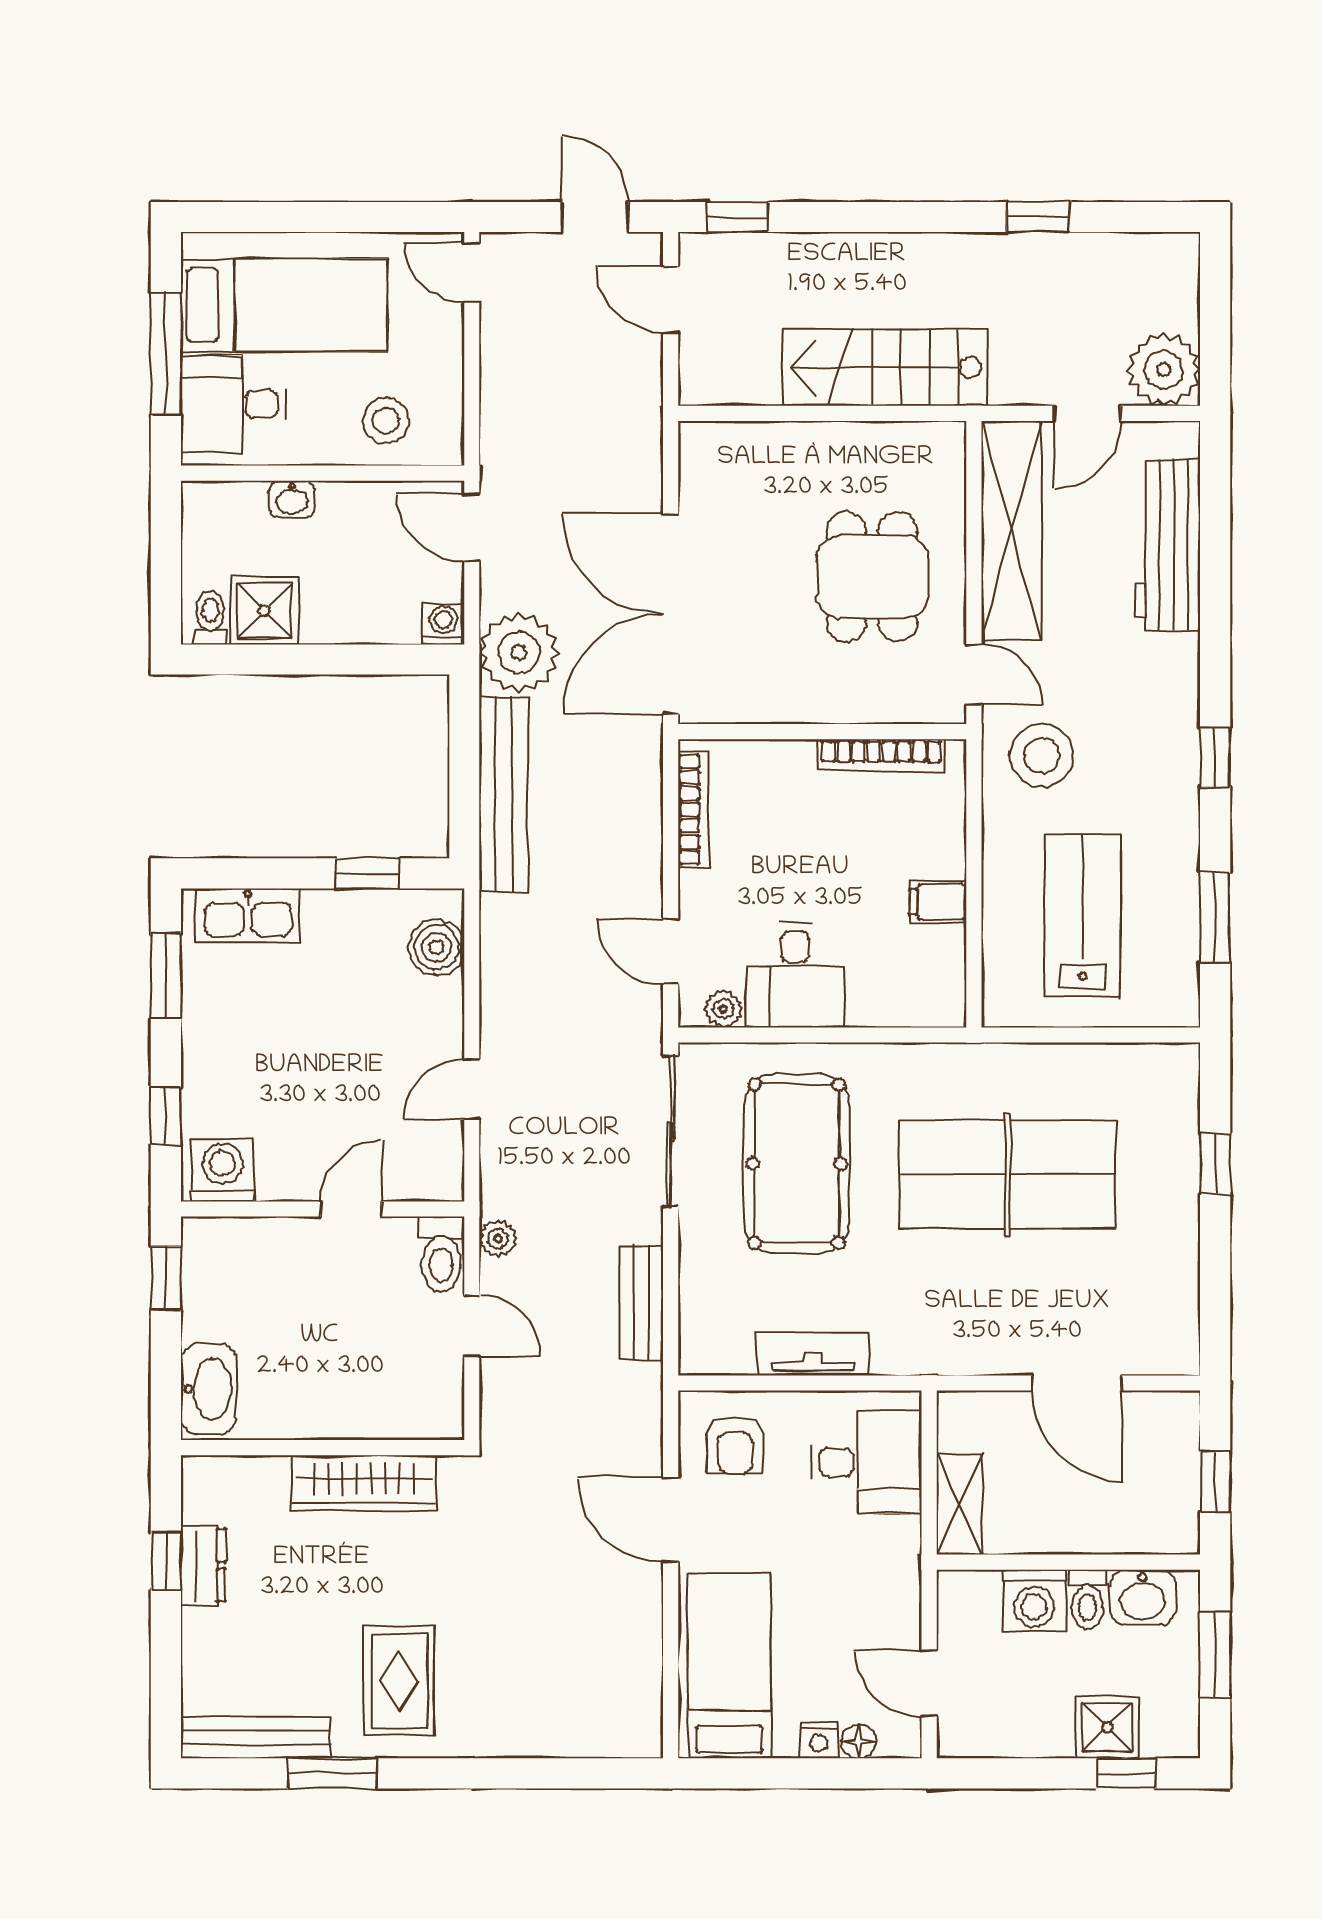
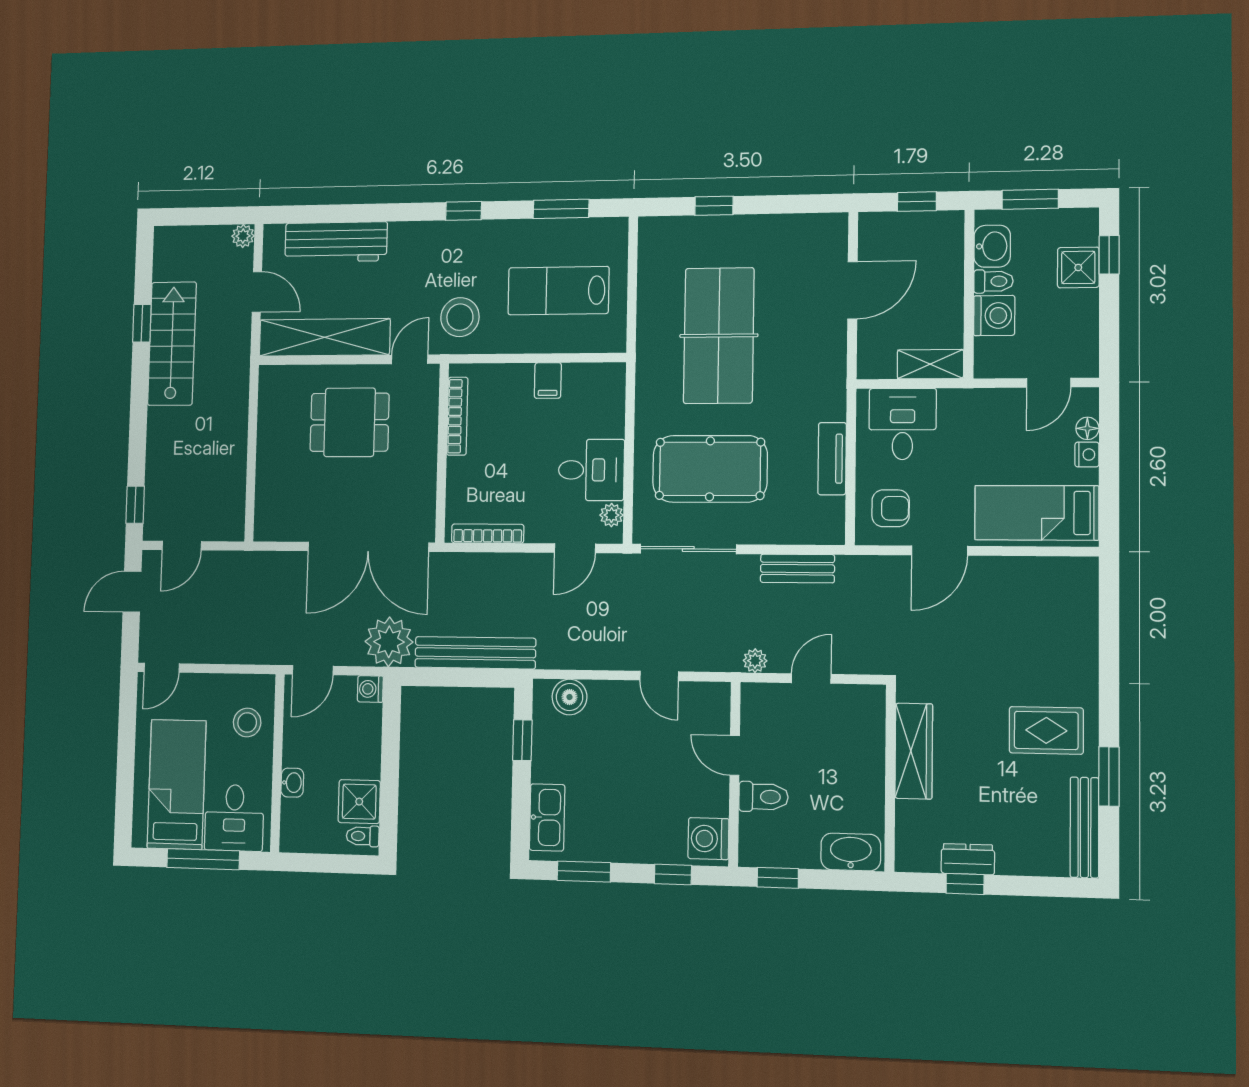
stairs: (885, 367) -> (172, 344), moved, turned 180
plant: (1164, 369) -> (243, 236), width x0.53, depth x0.53
toilet: (441, 1254) -> (763, 797), moved

